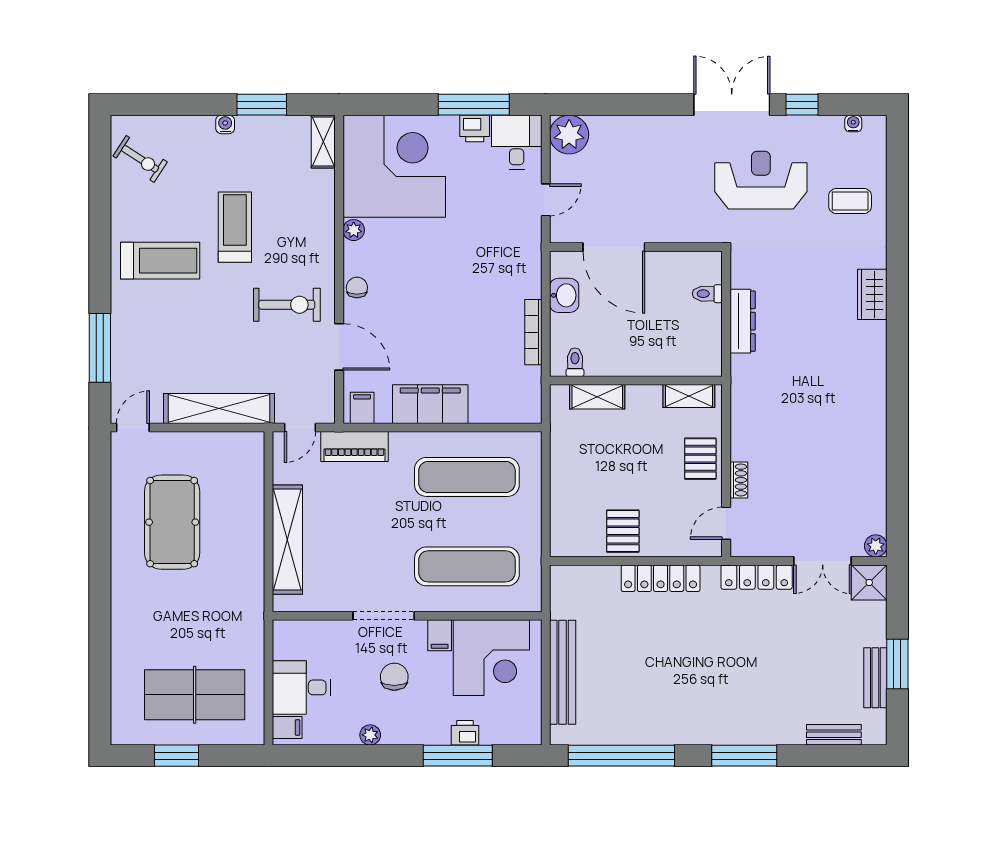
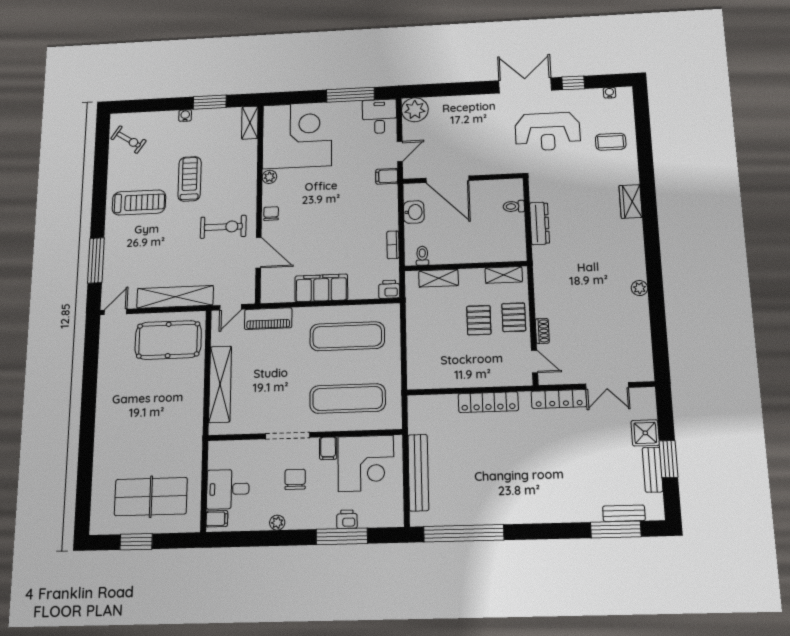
printer: (475, 129) -> (389, 289), moved, turned 180
reception desk: (761, 180) -> (548, 131), turned 180
bookcase: (533, 332) -> (393, 245), width x0.64
filing cabinet: (362, 408) -> (387, 176), moved, turned -90
pool table: (172, 522) -> (168, 340), moved, turned 90
door: (726, 523) -> (535, 362), swing flipped
pallet: (623, 531) -> (479, 320), moved
plant: (876, 546) -> (639, 288), moved
shower: (869, 582) -> (645, 433), moved
window: (744, 756) -> (616, 529), moved

